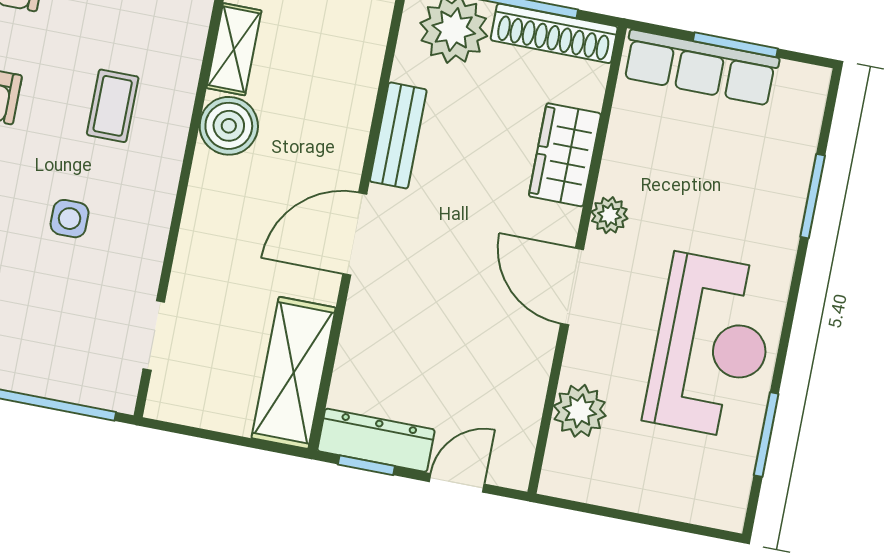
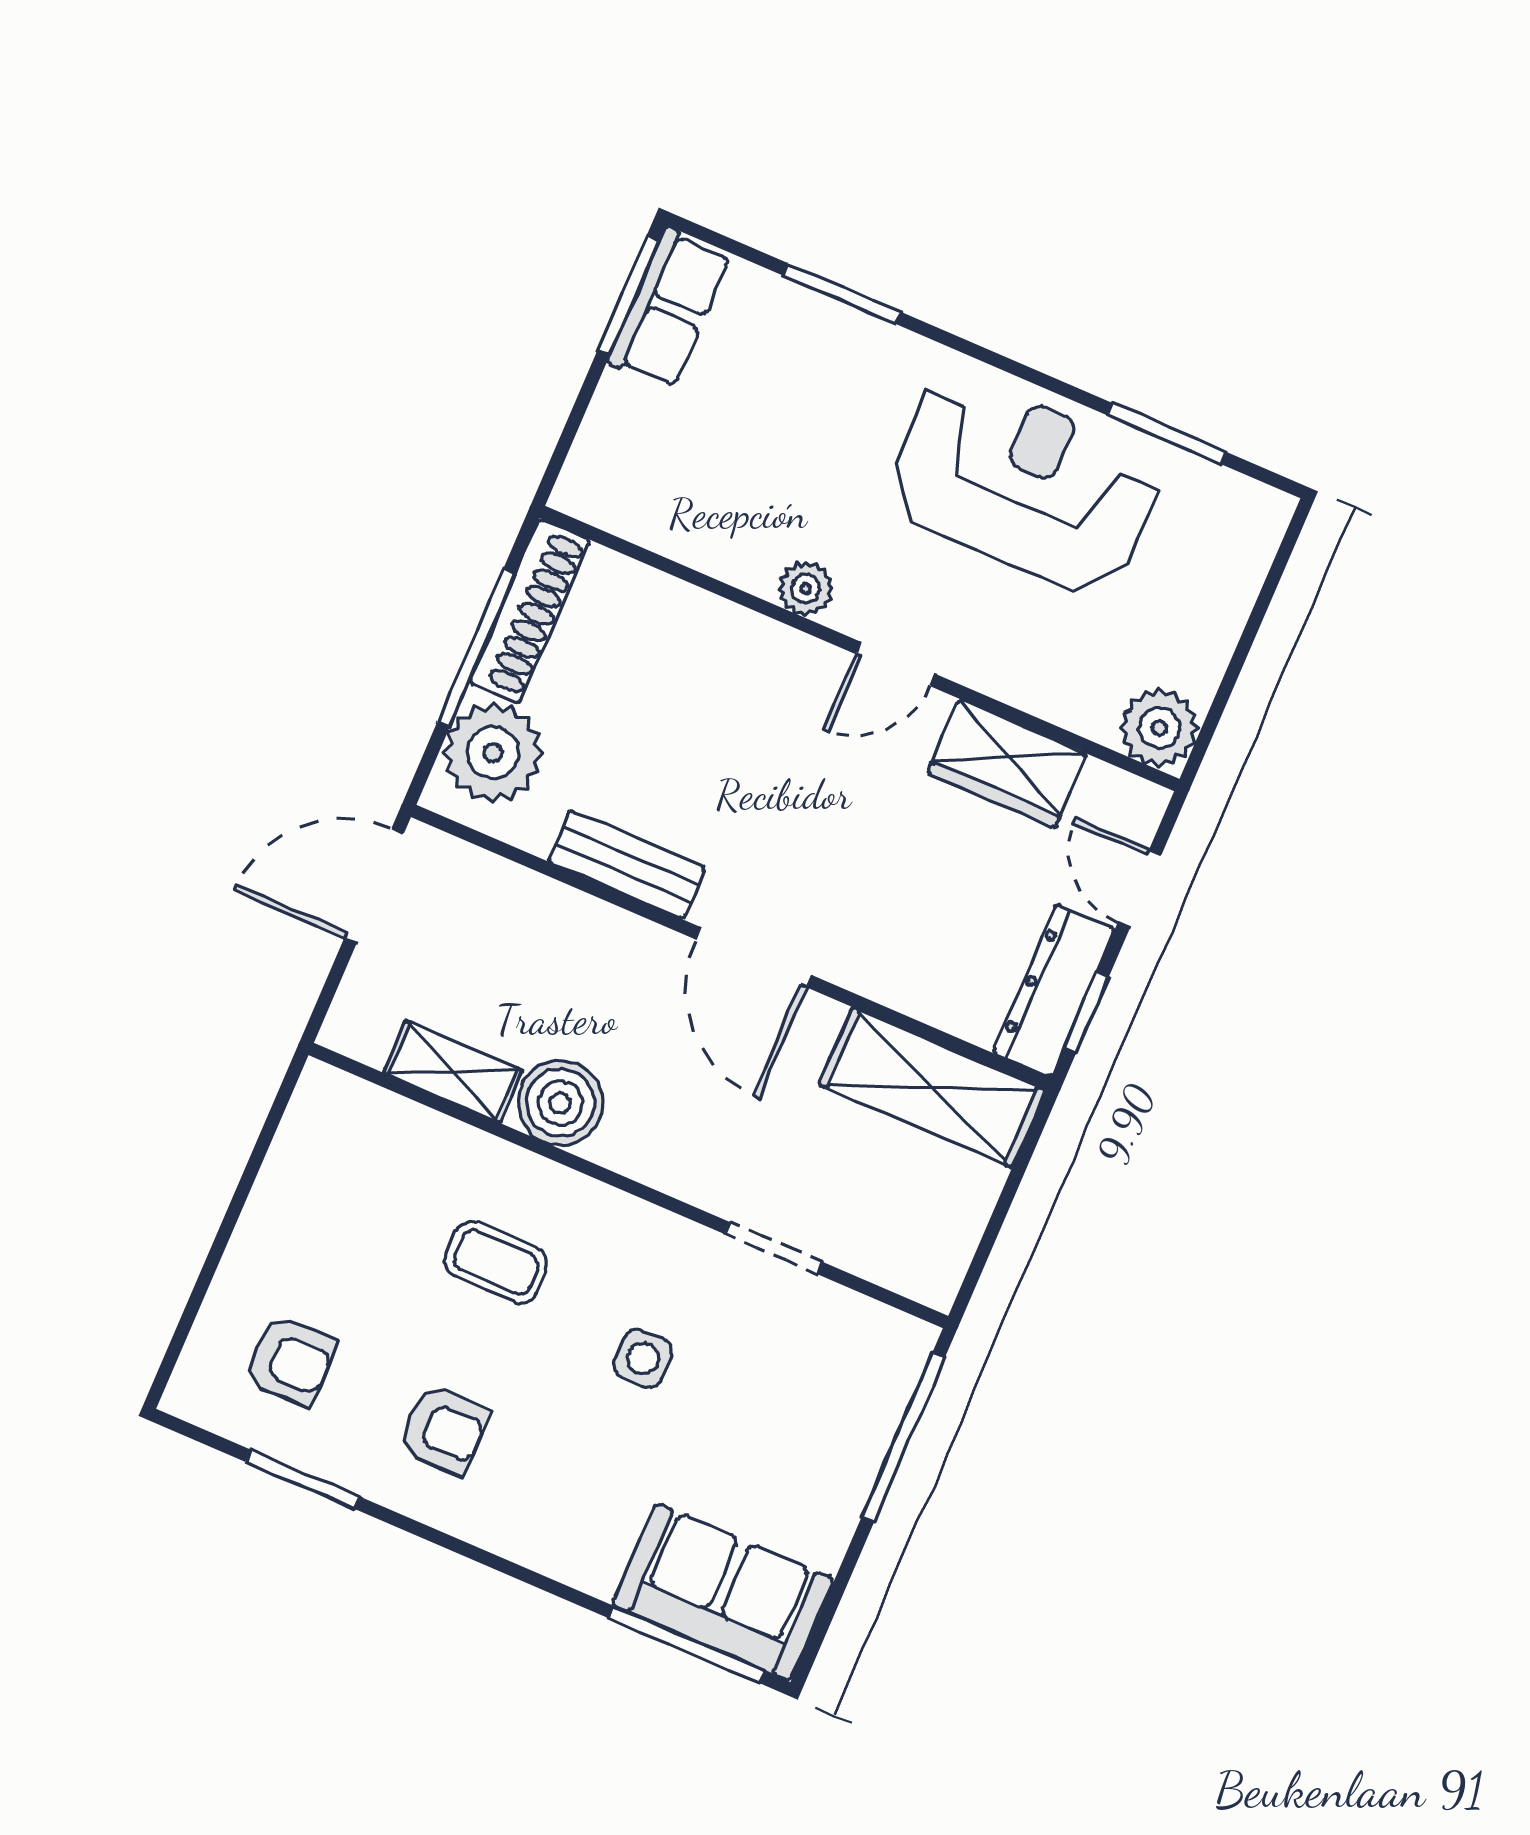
window: (735, 45) -> (629, 295), moved
row of seats: (700, 68) -> (669, 308), moved, width x0.68
wardrobe: (565, 155) -> (1007, 763), moved
door: (572, 287) -> (896, 664), width x0.73
doorway: (154, 335) -> (774, 1248), moved
plant: (580, 411) -> (1159, 728), moved

